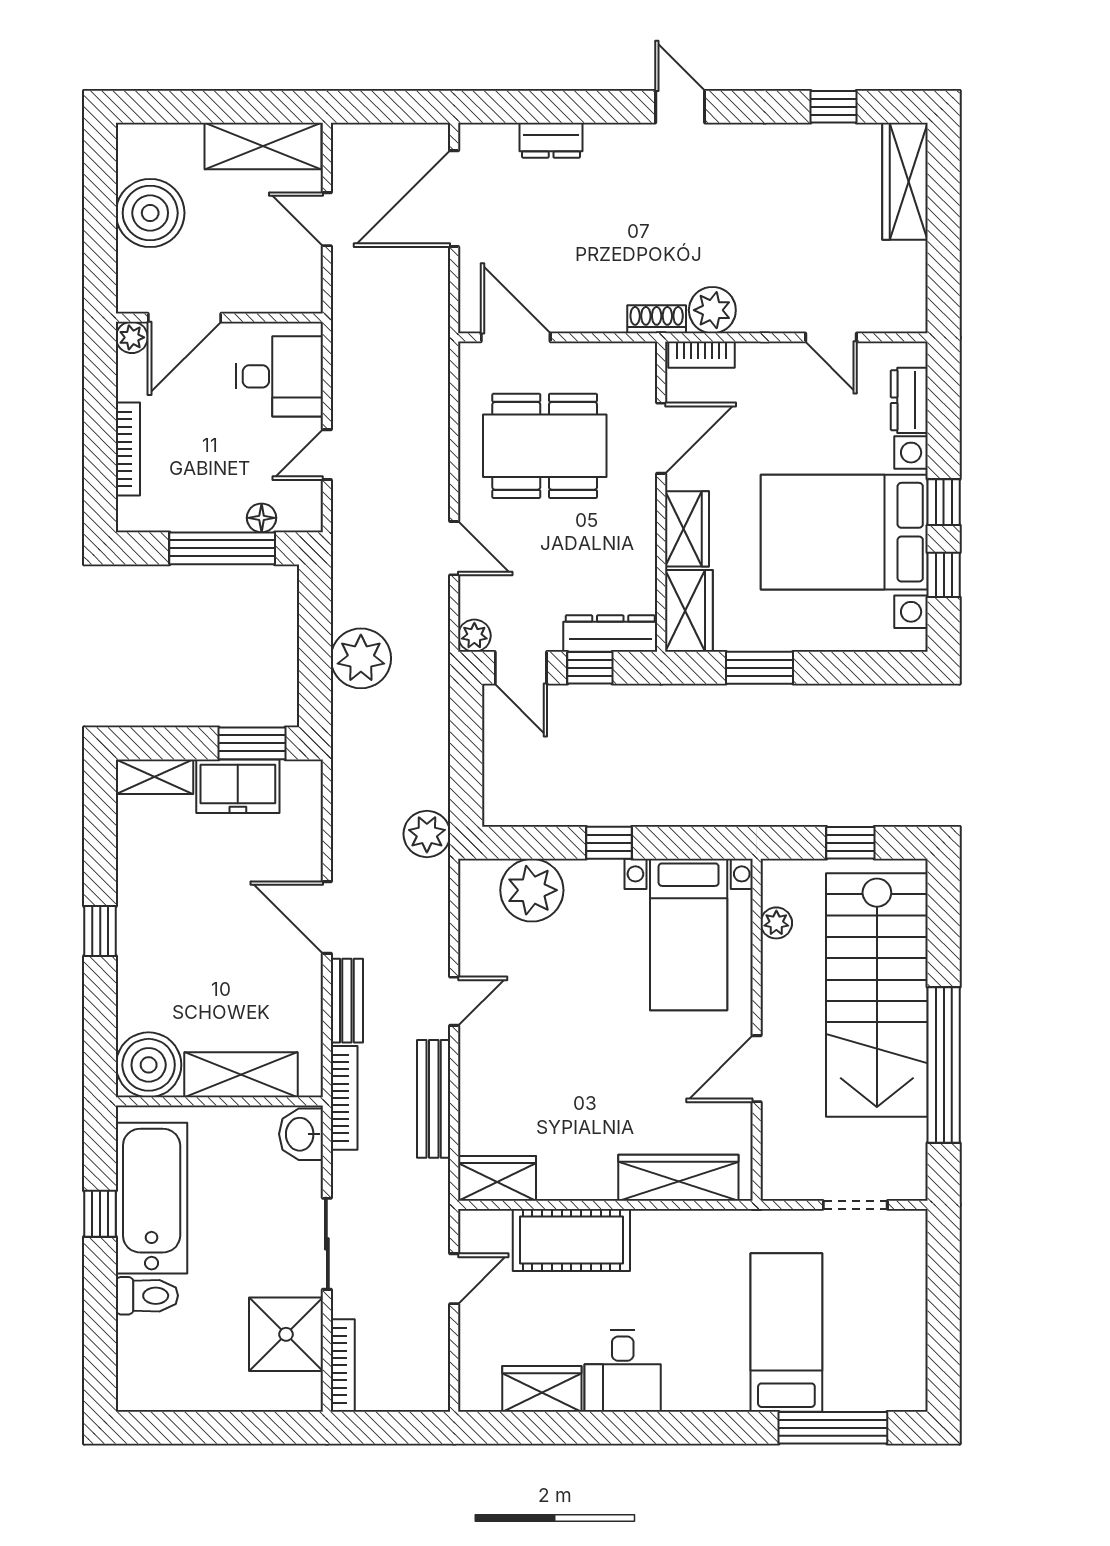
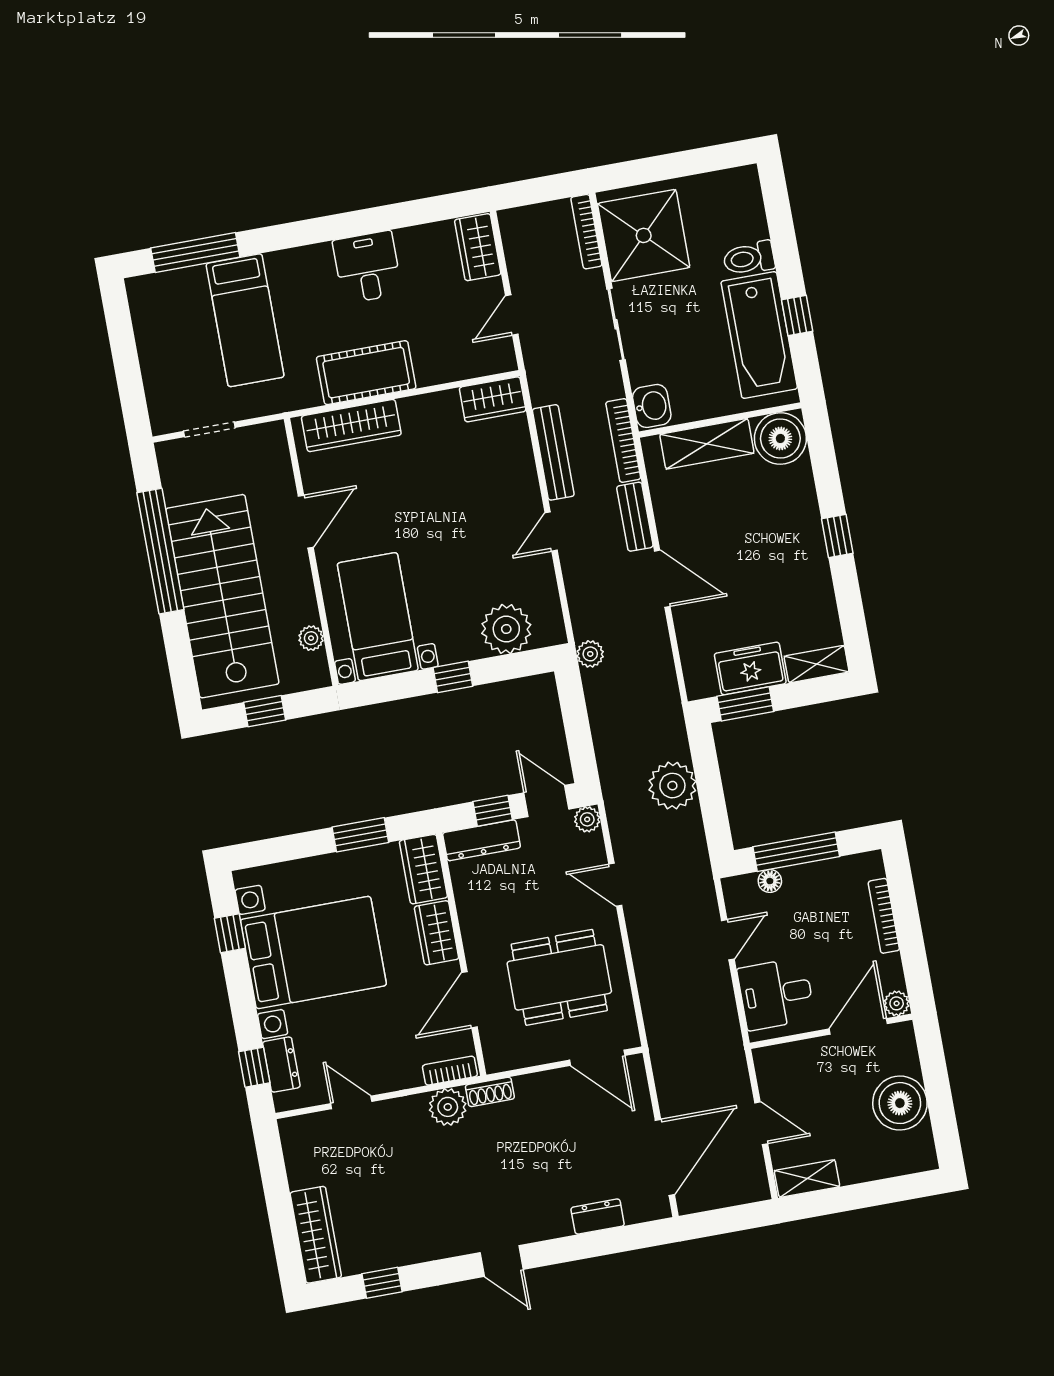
shelving: (263, 146) -> (807, 1179), width x0.67, depth x0.75
window: (944, 502) -> (254, 1067), moved
plant: (427, 834) -> (590, 654), width x0.73, depth x0.73
cot: (571, 1240) -> (366, 373), moved
shower: (286, 1334) -> (644, 235), width x1.37, depth x1.37
wardrobe: (542, 1389) -> (478, 247), moved, turned 90

